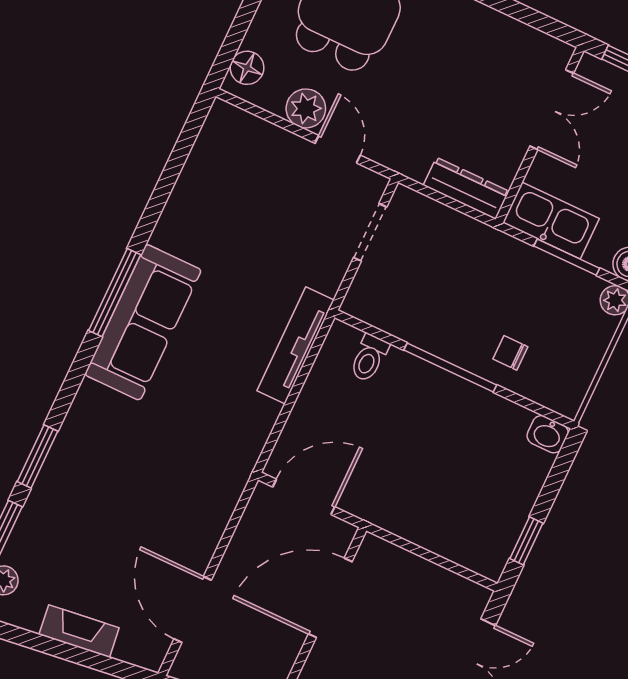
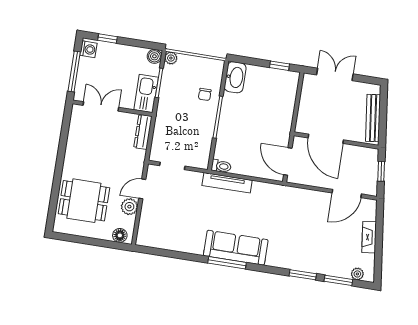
toilet: (369, 358) -> (221, 166), moved
washbasin: (548, 434) -> (235, 77), width x1.91, depth x1.45

